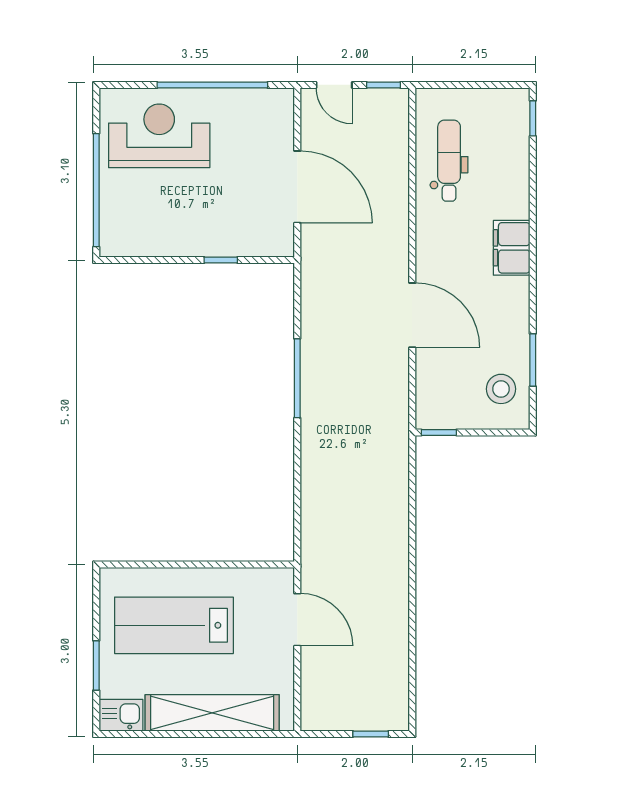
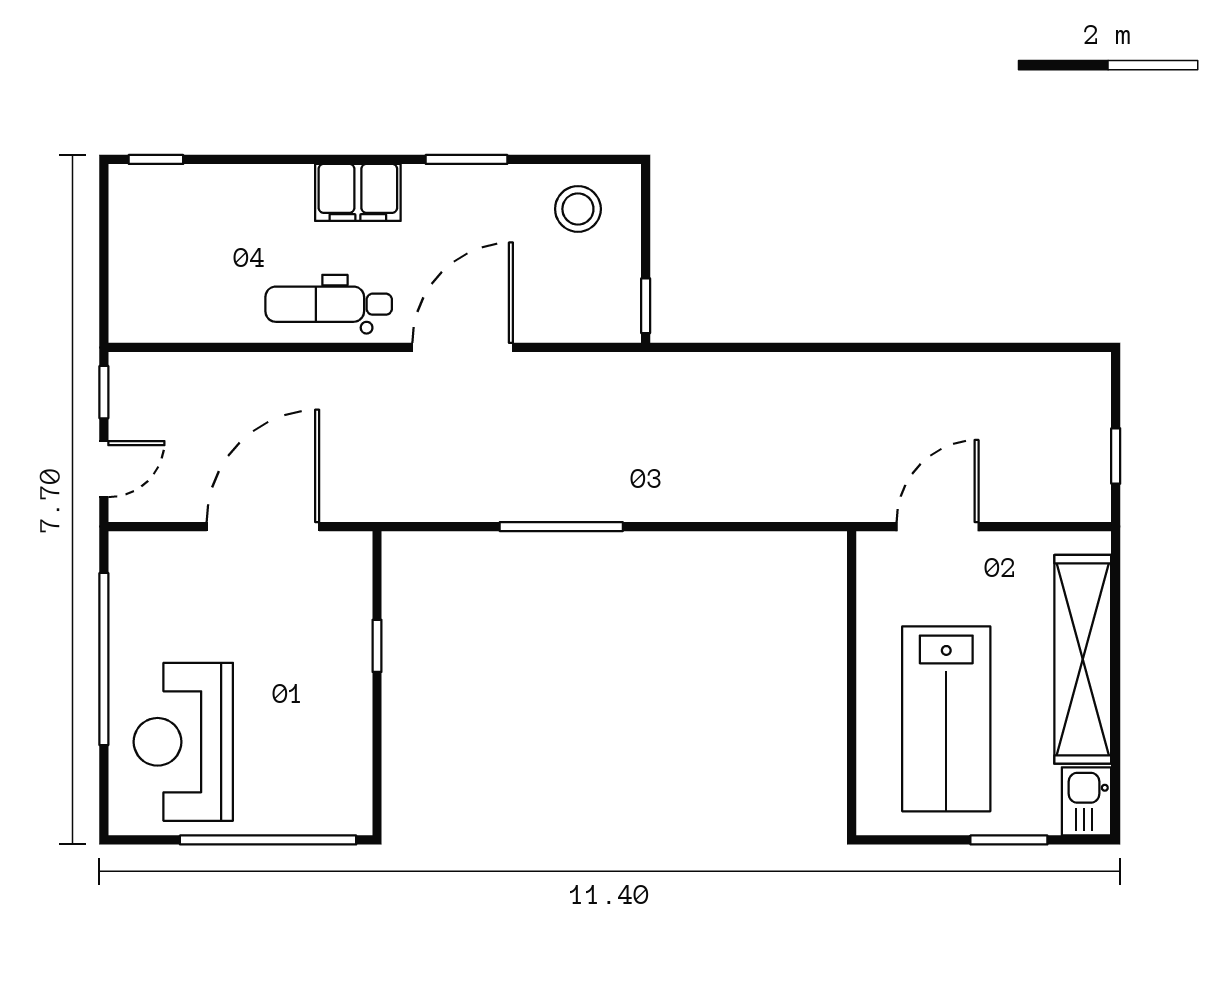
dental chair: (449, 161) -> (329, 304), moved
window: (533, 360) -> (466, 159), moved
window: (371, 734) -> (1116, 456), moved

